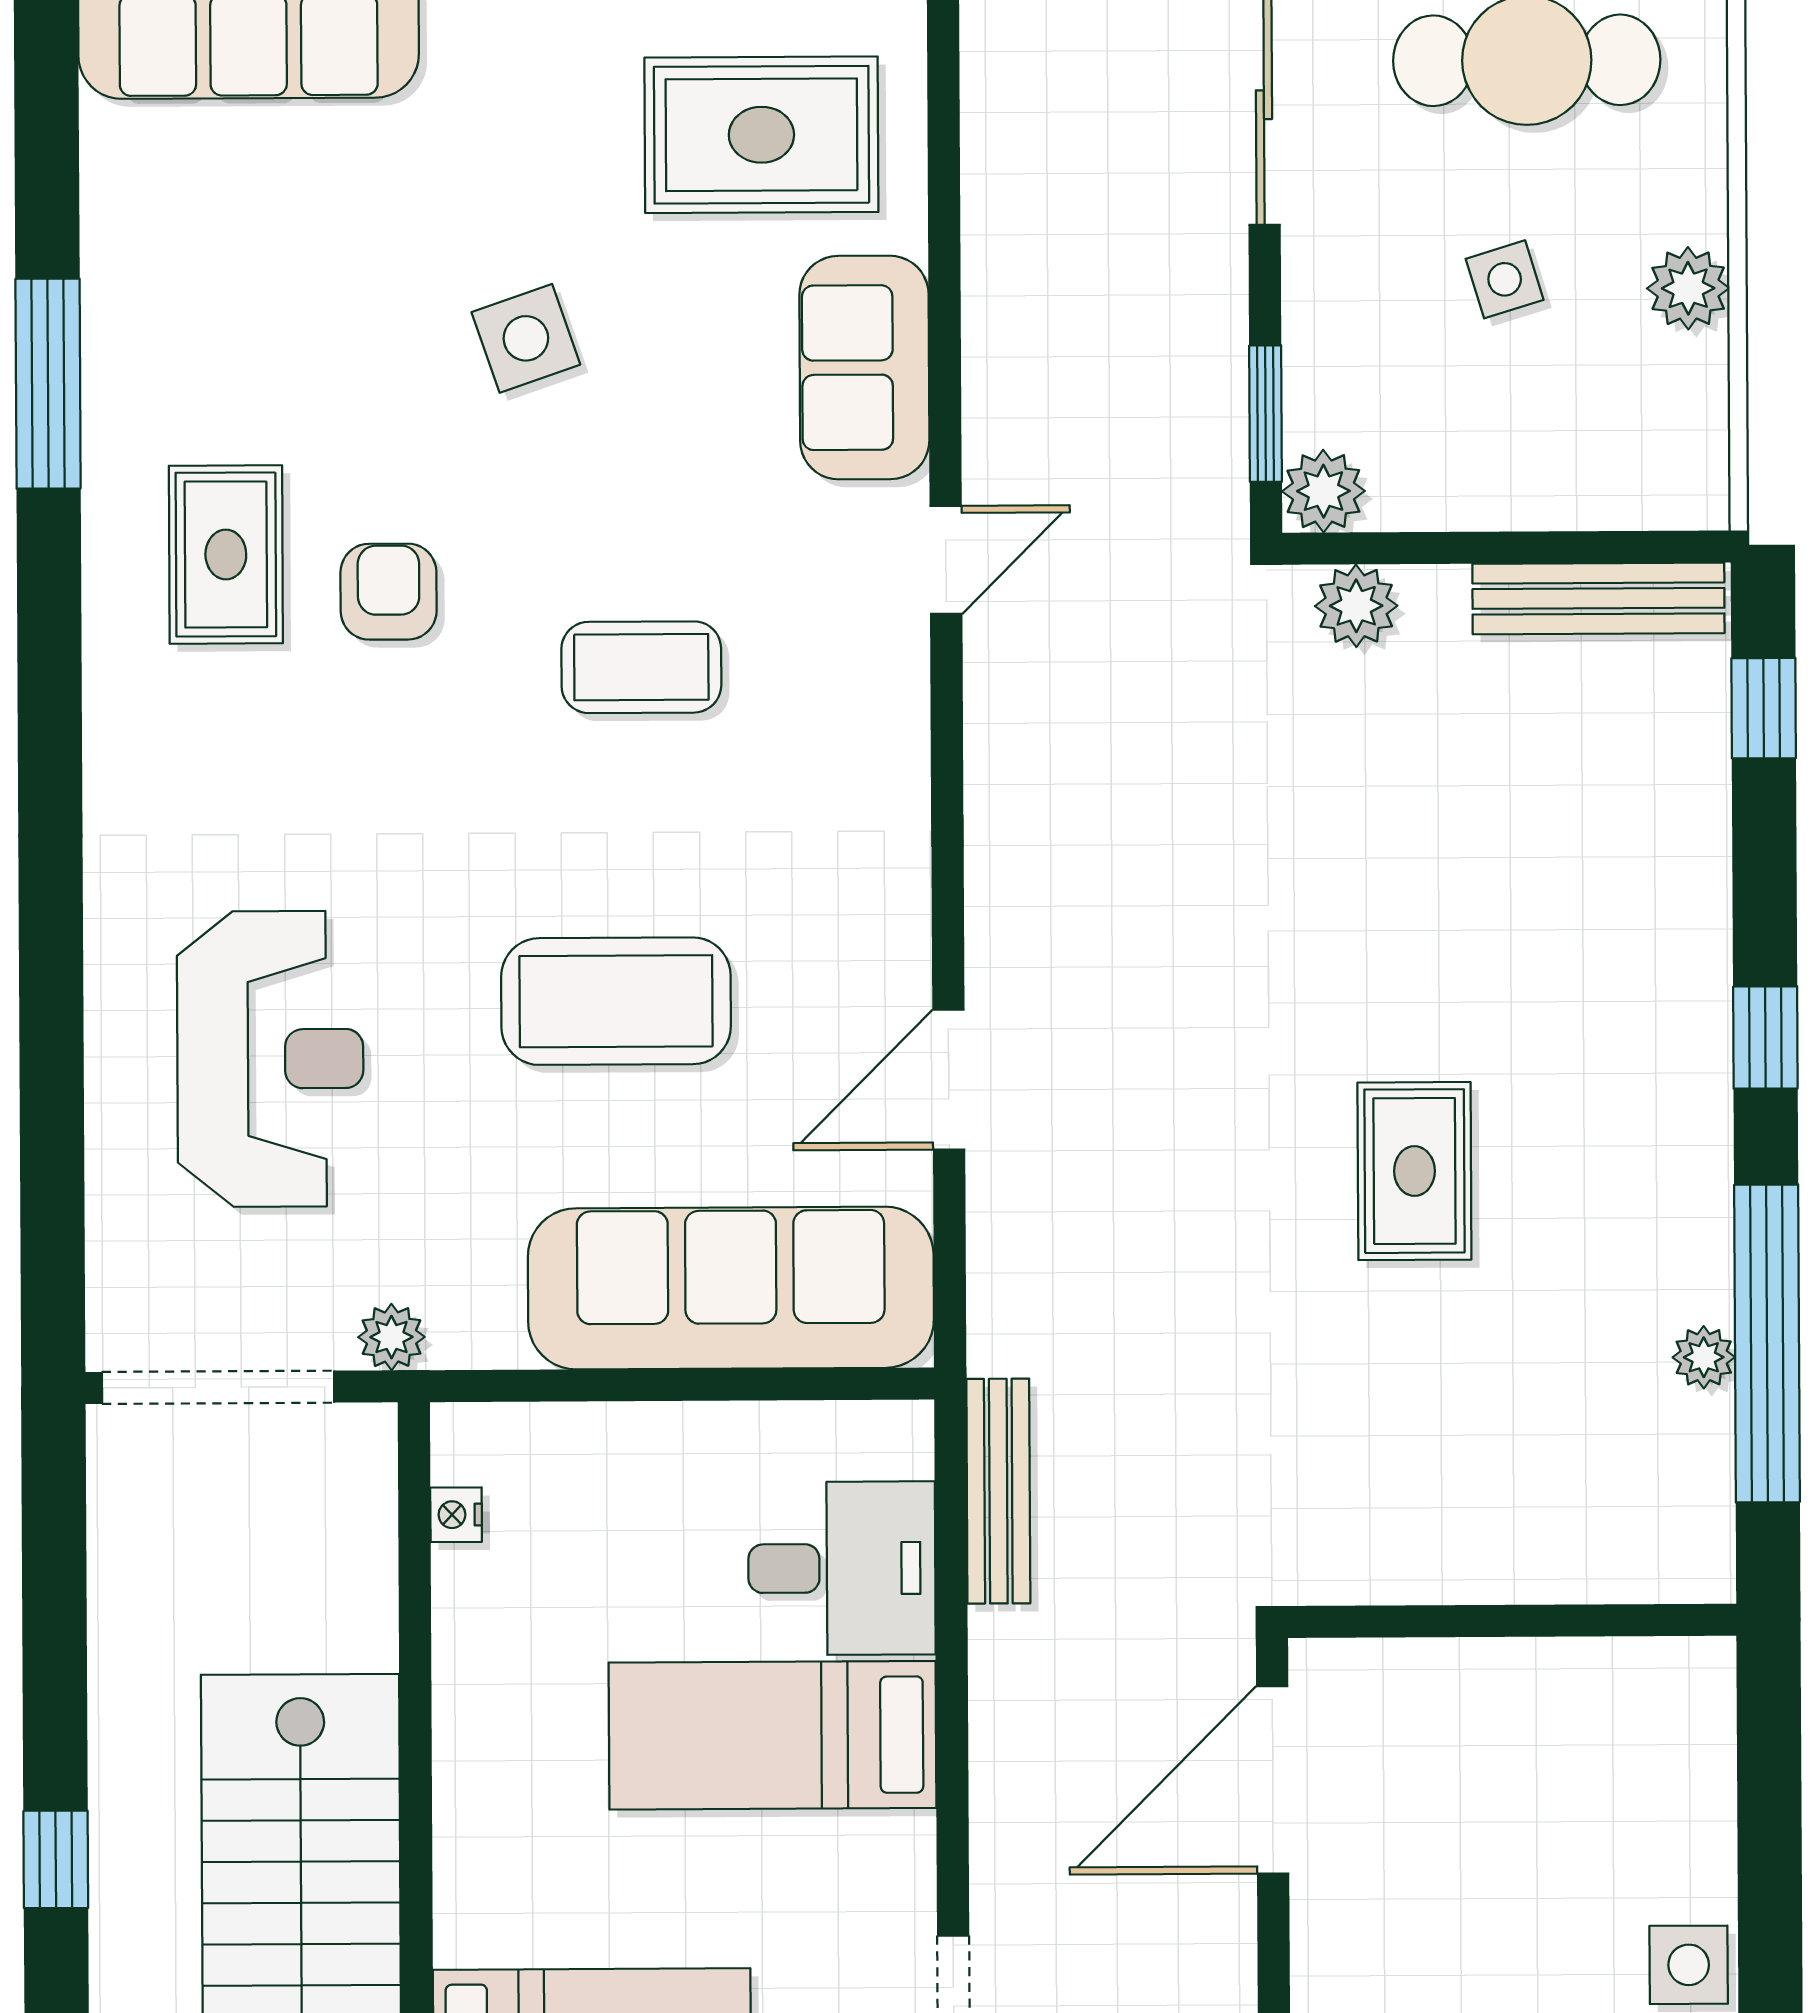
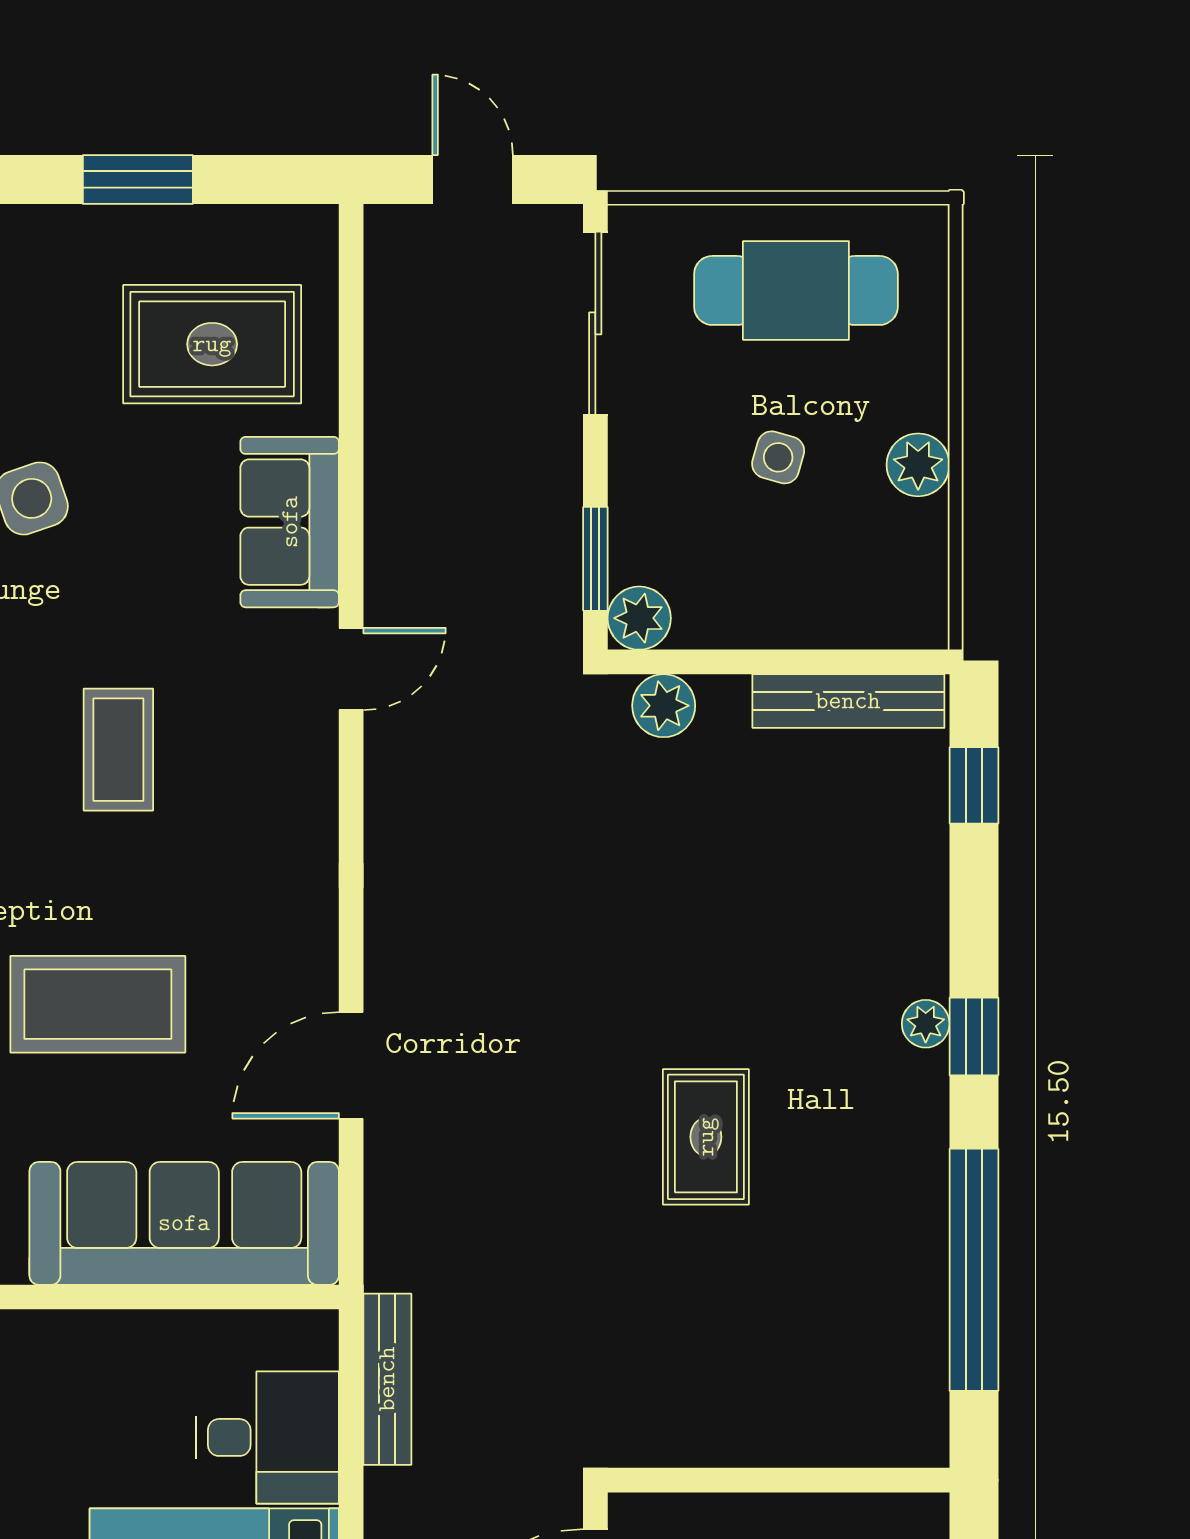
side table: (1505, 279) -> (778, 457), turned 33
coffee table: (641, 667) -> (118, 750), turned 90
plant: (1704, 1357) -> (926, 1024), moved

